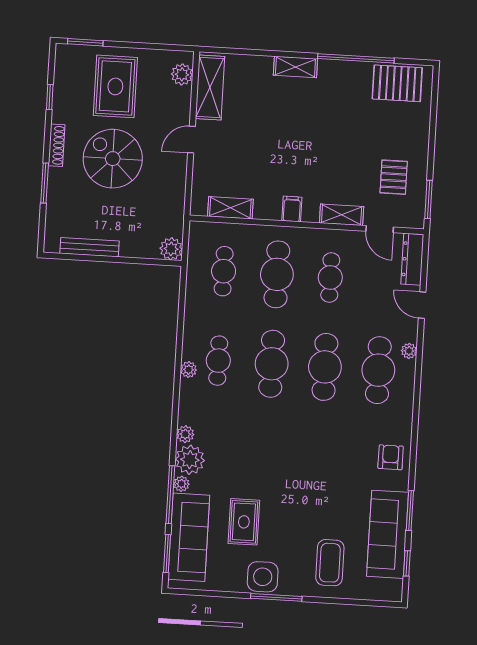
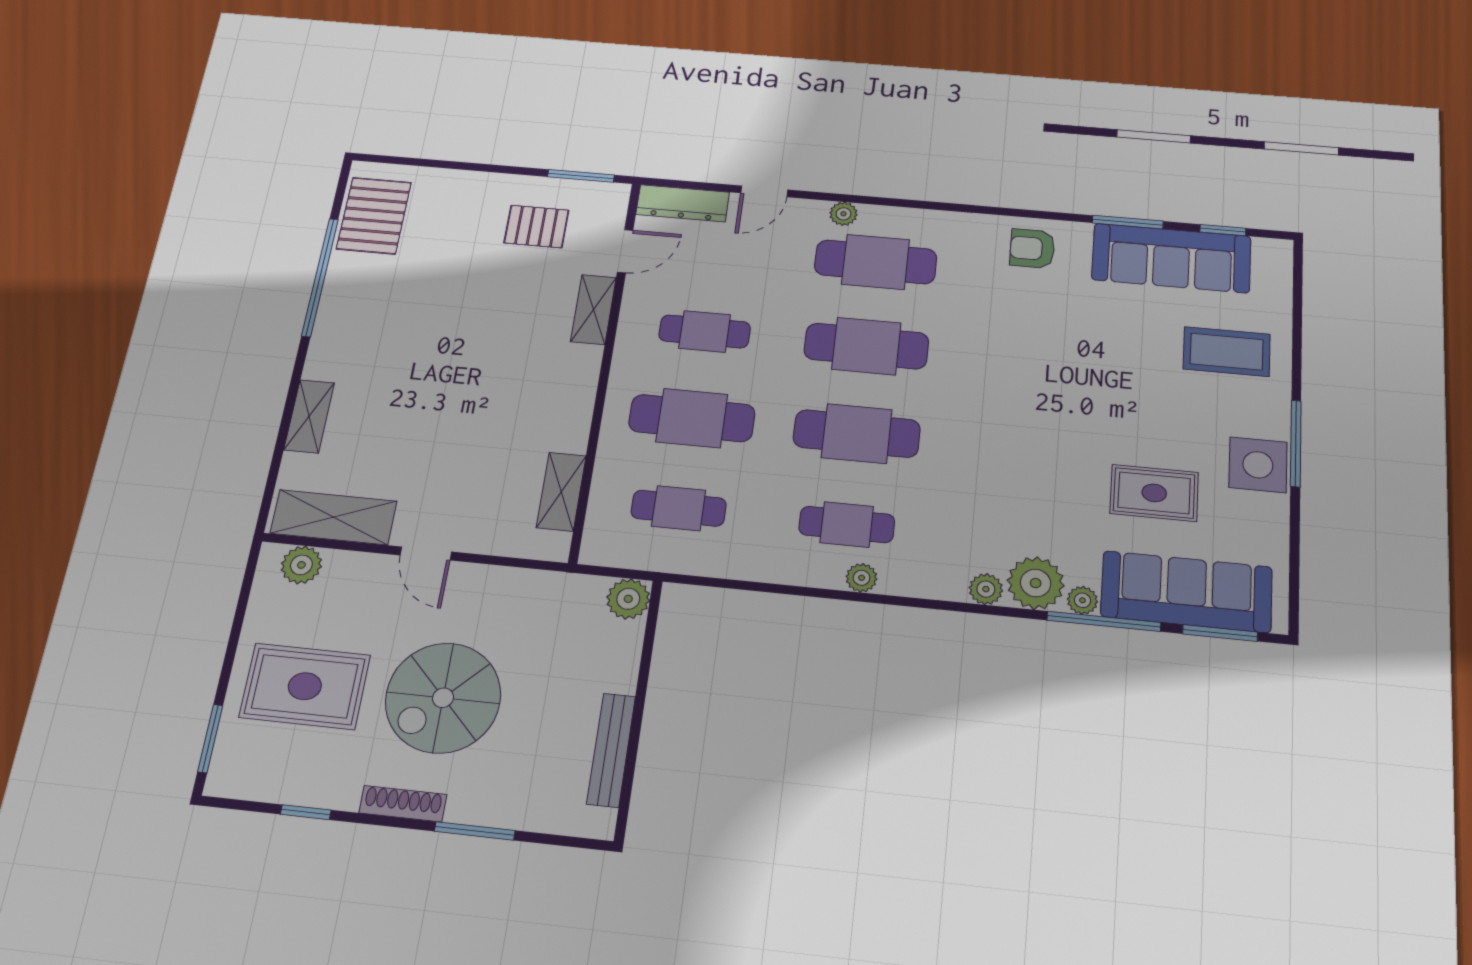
shelving: (295, 67) -> (309, 416), moved
filing cabinet: (292, 209) -> (575, 389), removed

